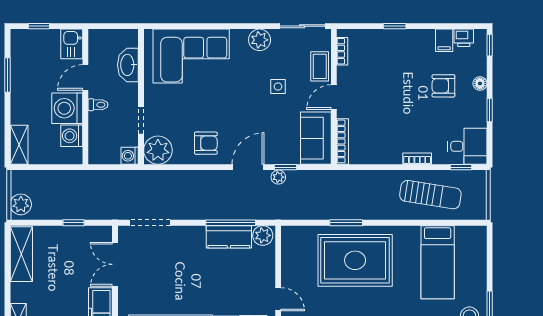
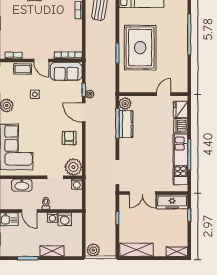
washing machine: (67, 108) -> (52, 218), width x0.53, depth x0.53
shelving: (19, 145) -> (52, 251), moved
plant: (21, 204) -> (93, 250), moved

